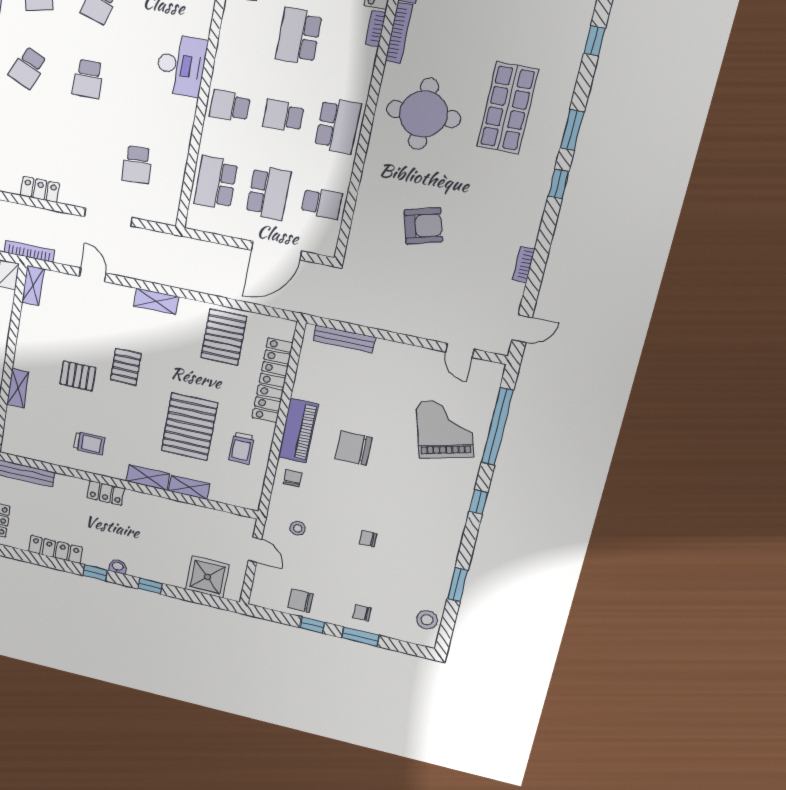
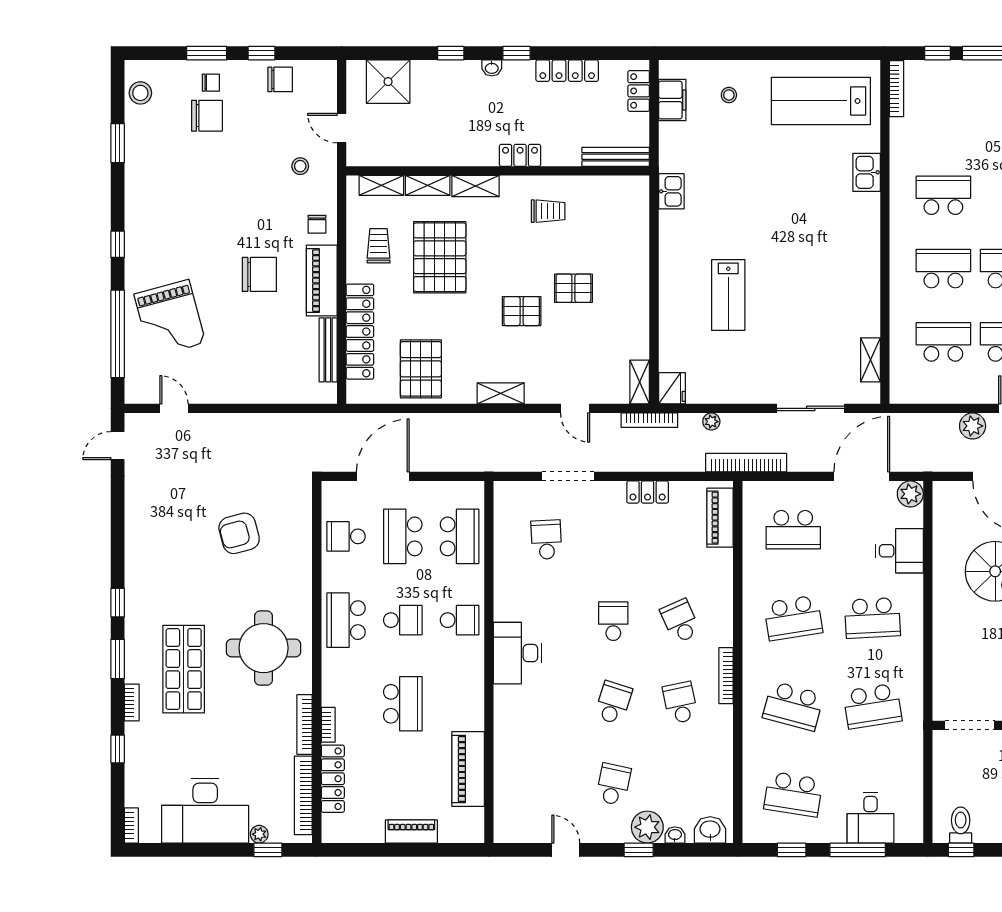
school desk: (28, 68) -> (680, 621), turned -48
bookcase: (524, 264) -> (132, 702), moved
bench: (344, 339) -> (328, 350), moved, turned 90
pallet: (126, 367) -> (522, 311), turned 90
shelving: (18, 388) -> (381, 185), moved, turned 90
trolley: (89, 443) -> (548, 211), turned 180
chair: (368, 539) -> (207, 116), moved, width x1.87, depth x1.87

